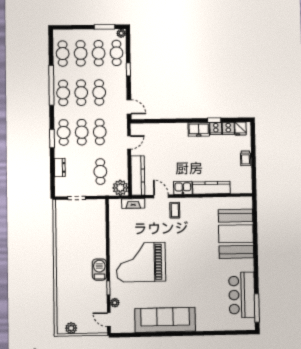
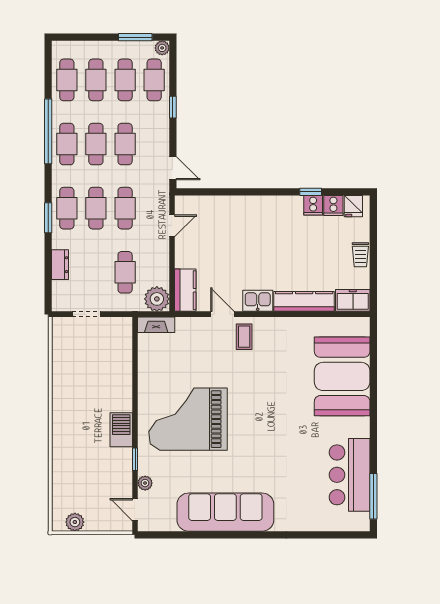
freezer: (199, 129) -> (353, 300), moved, turned 180
kitchen counter: (138, 175) -> (185, 290), width x0.67
fireplace: (133, 203) -> (156, 325), moved

